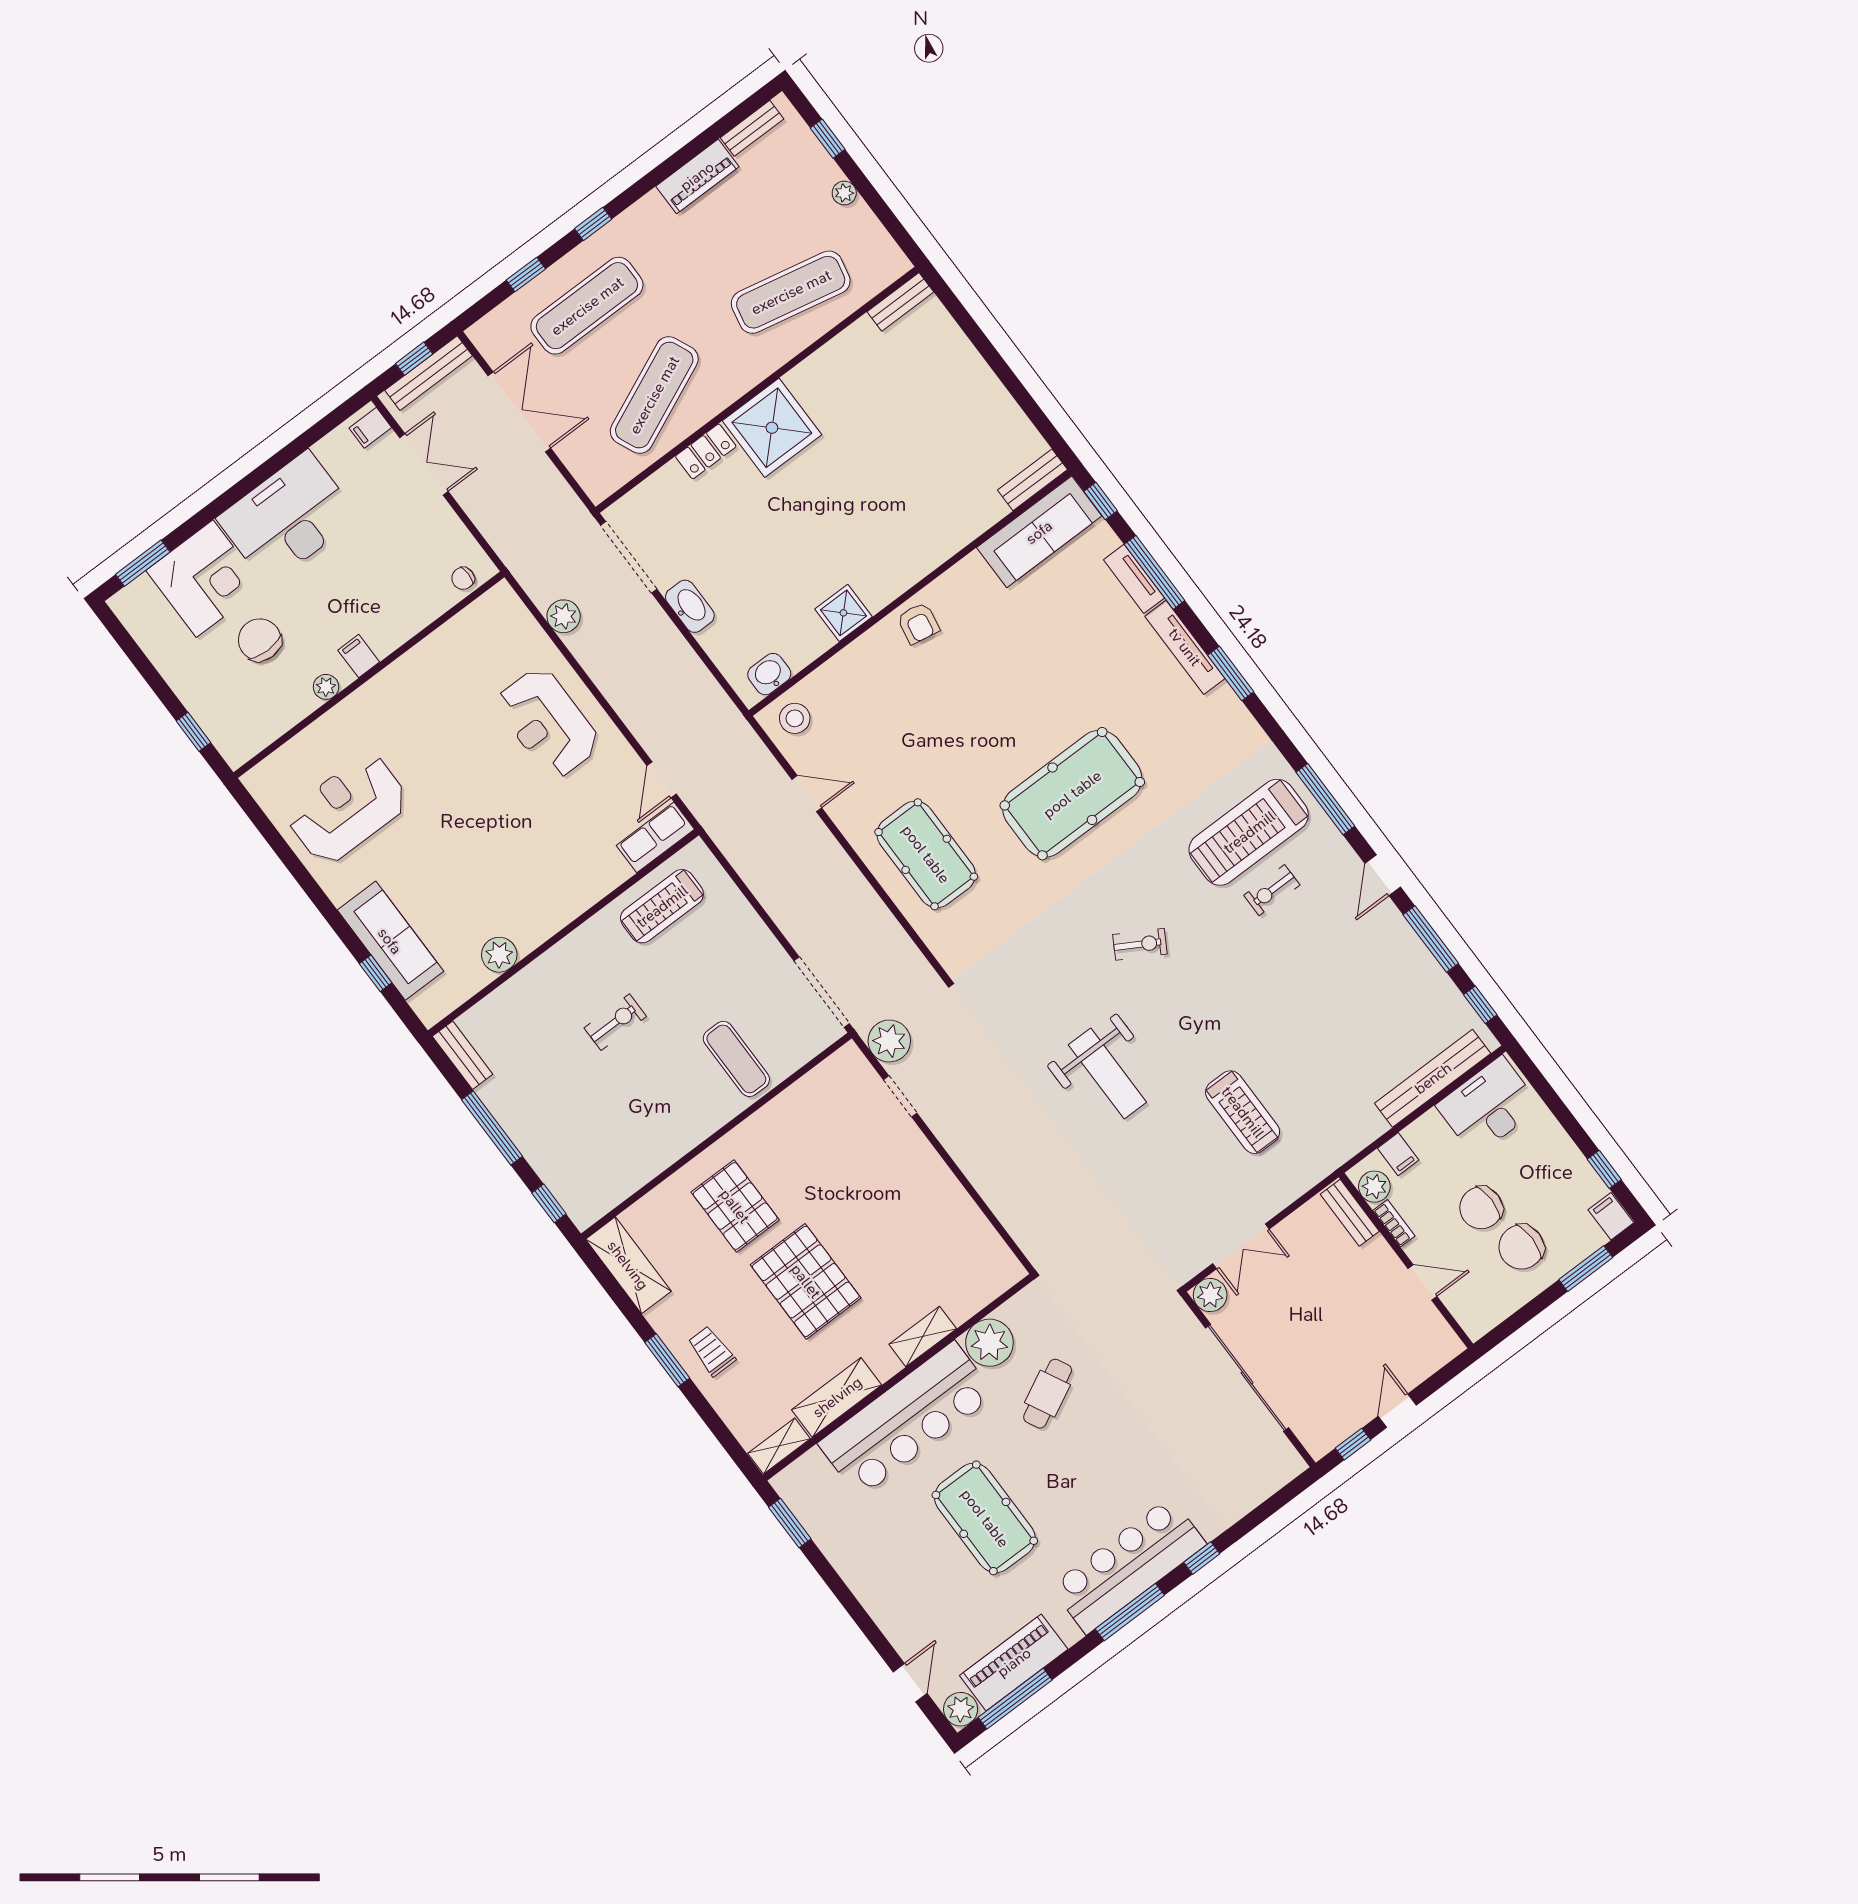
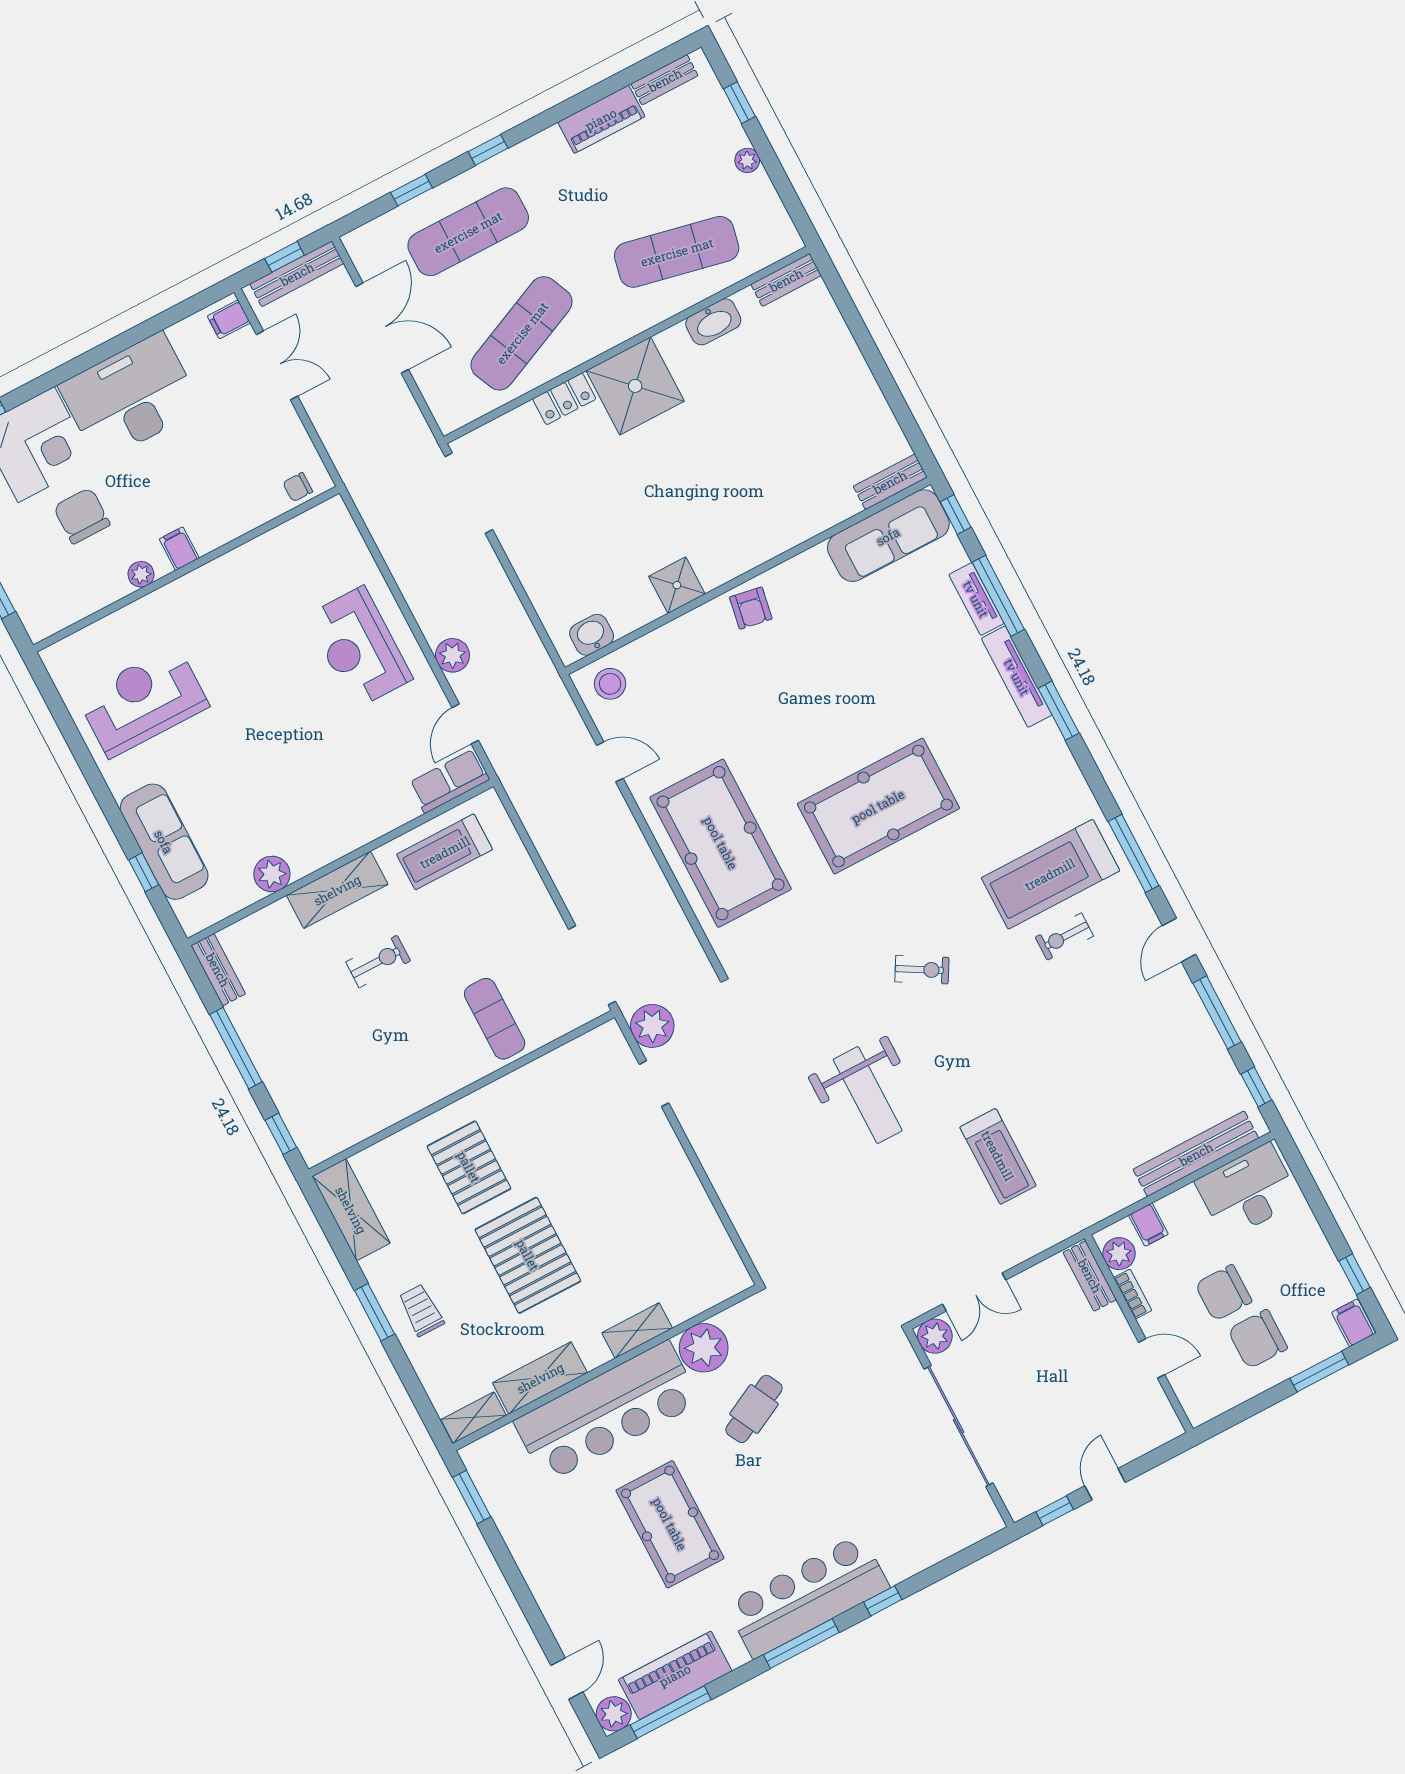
washbasin: (690, 606) -> (713, 322), moved, turned 90
plant: (564, 616) -> (452, 655), moved
pool table: (926, 854) -> (721, 843), width x1.36, depth x1.32
shelving: (565, 960) -> (337, 890), added

